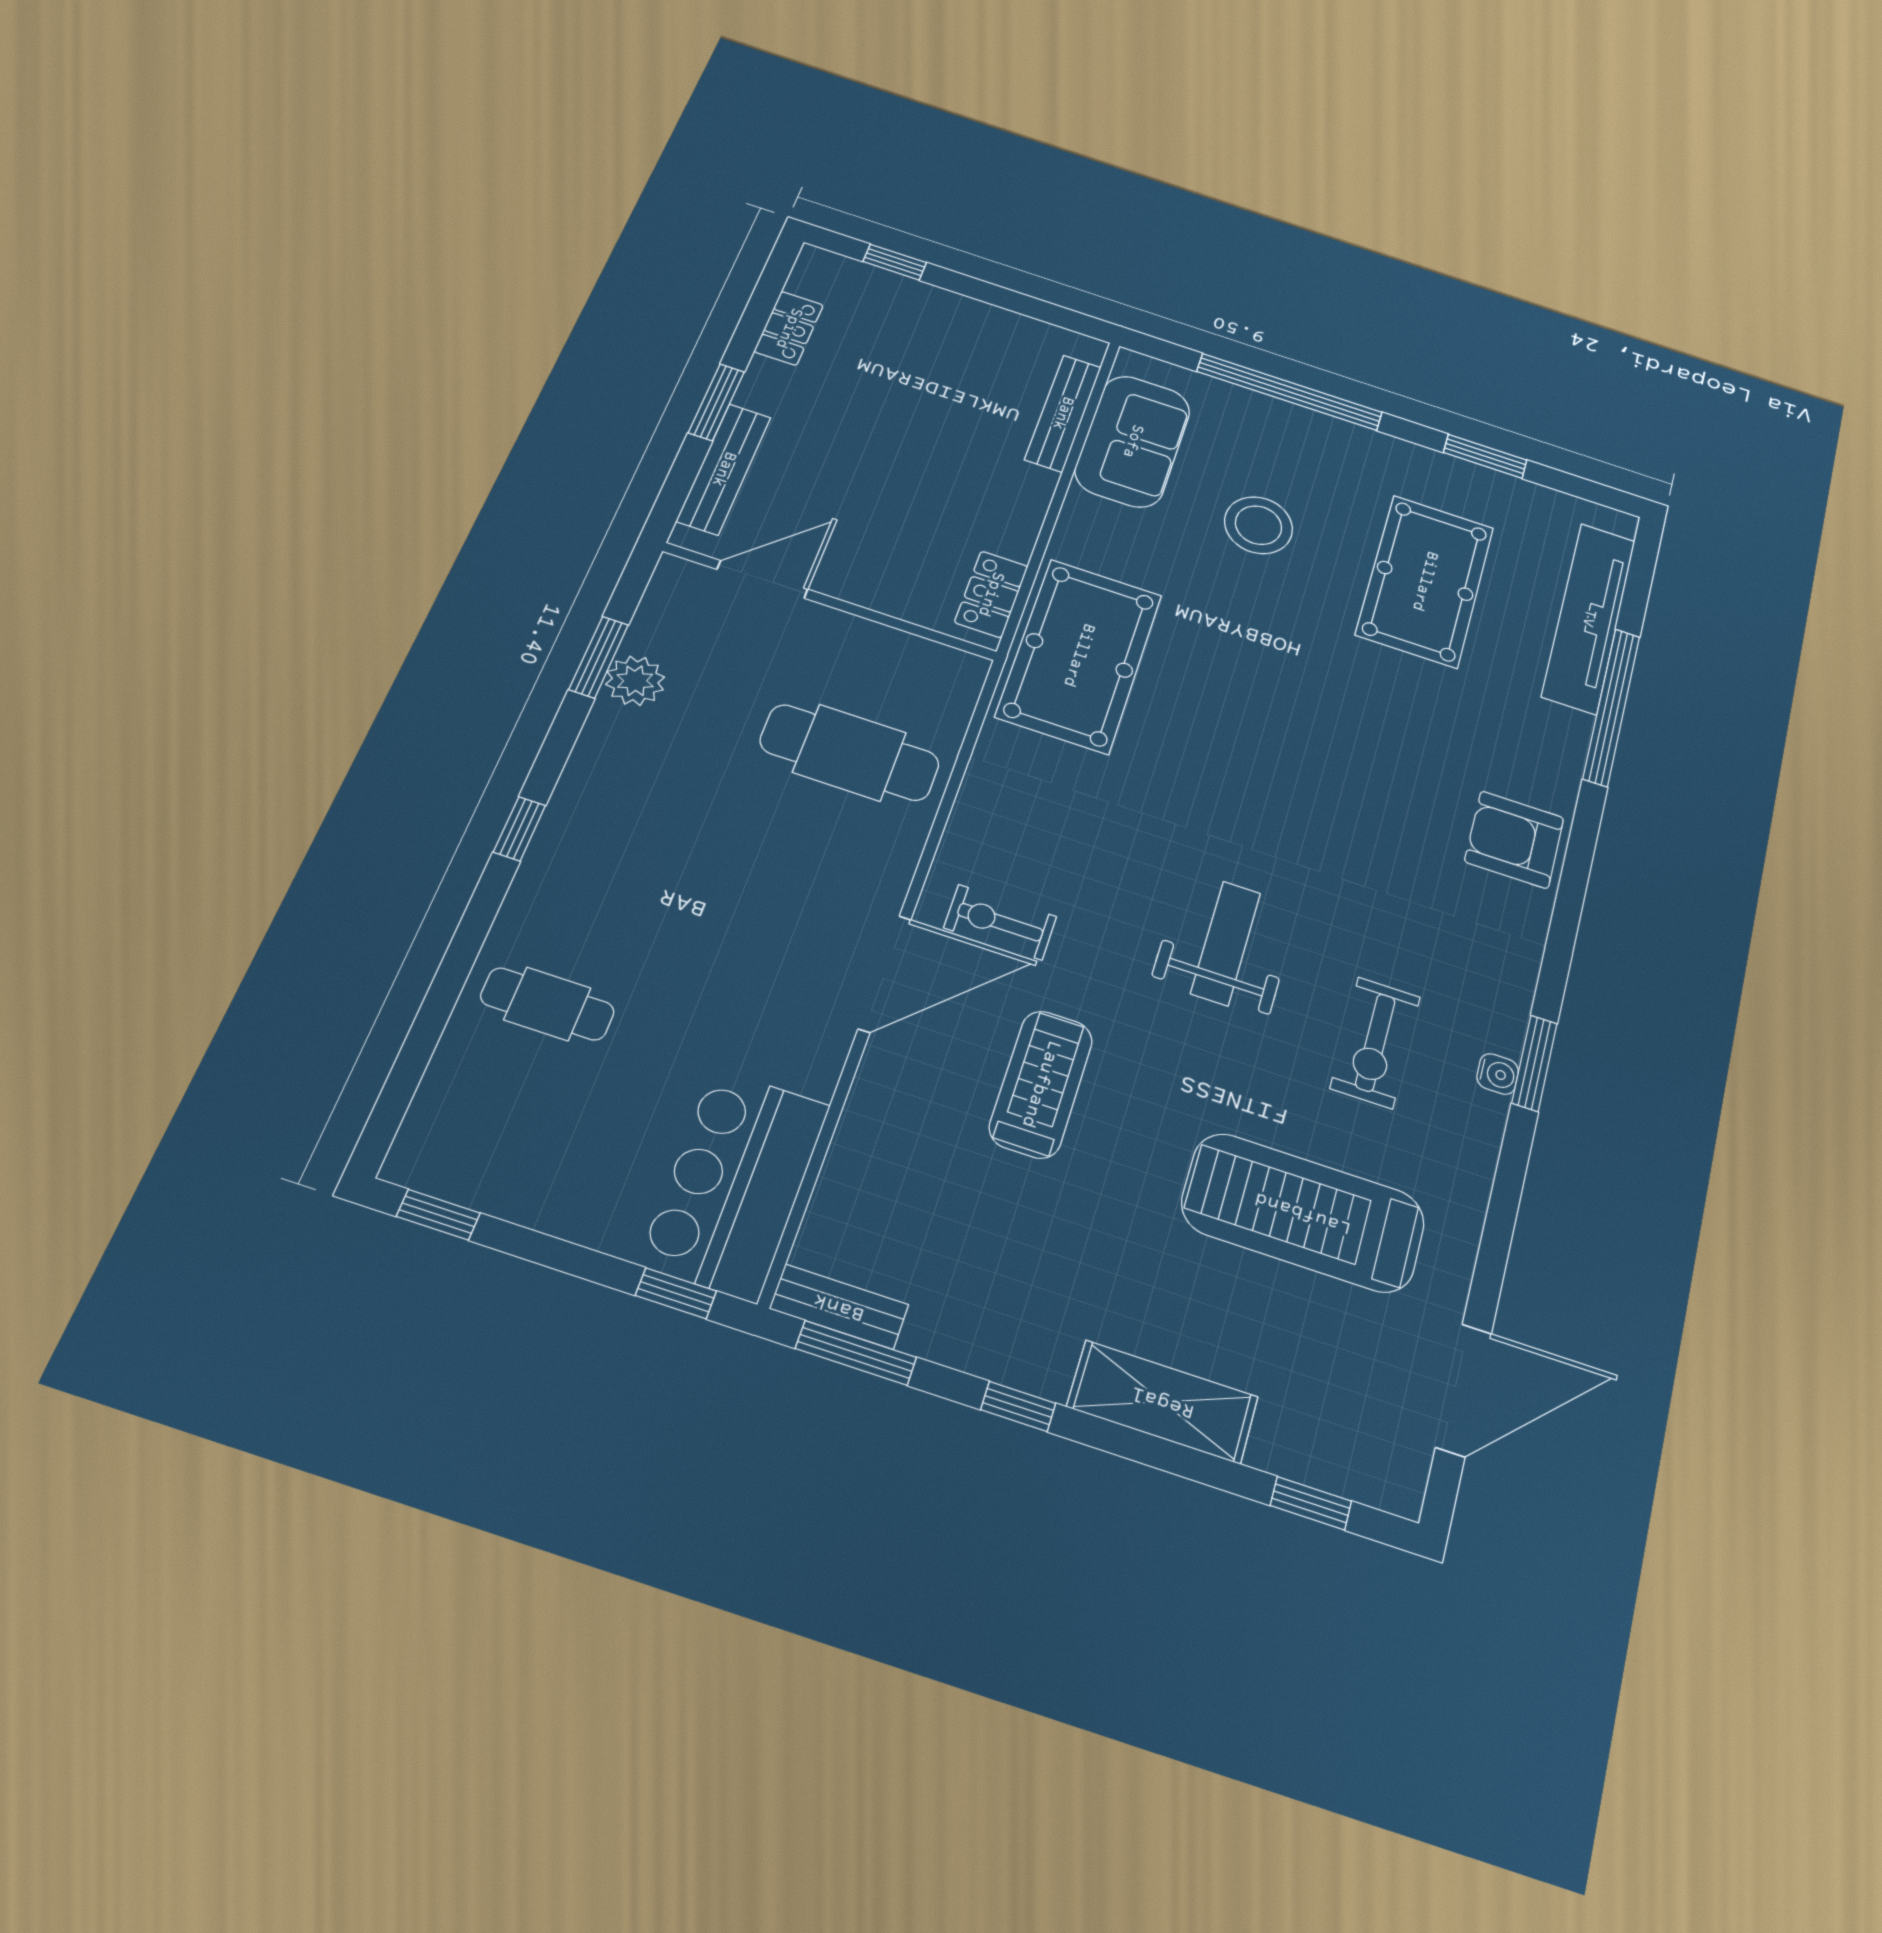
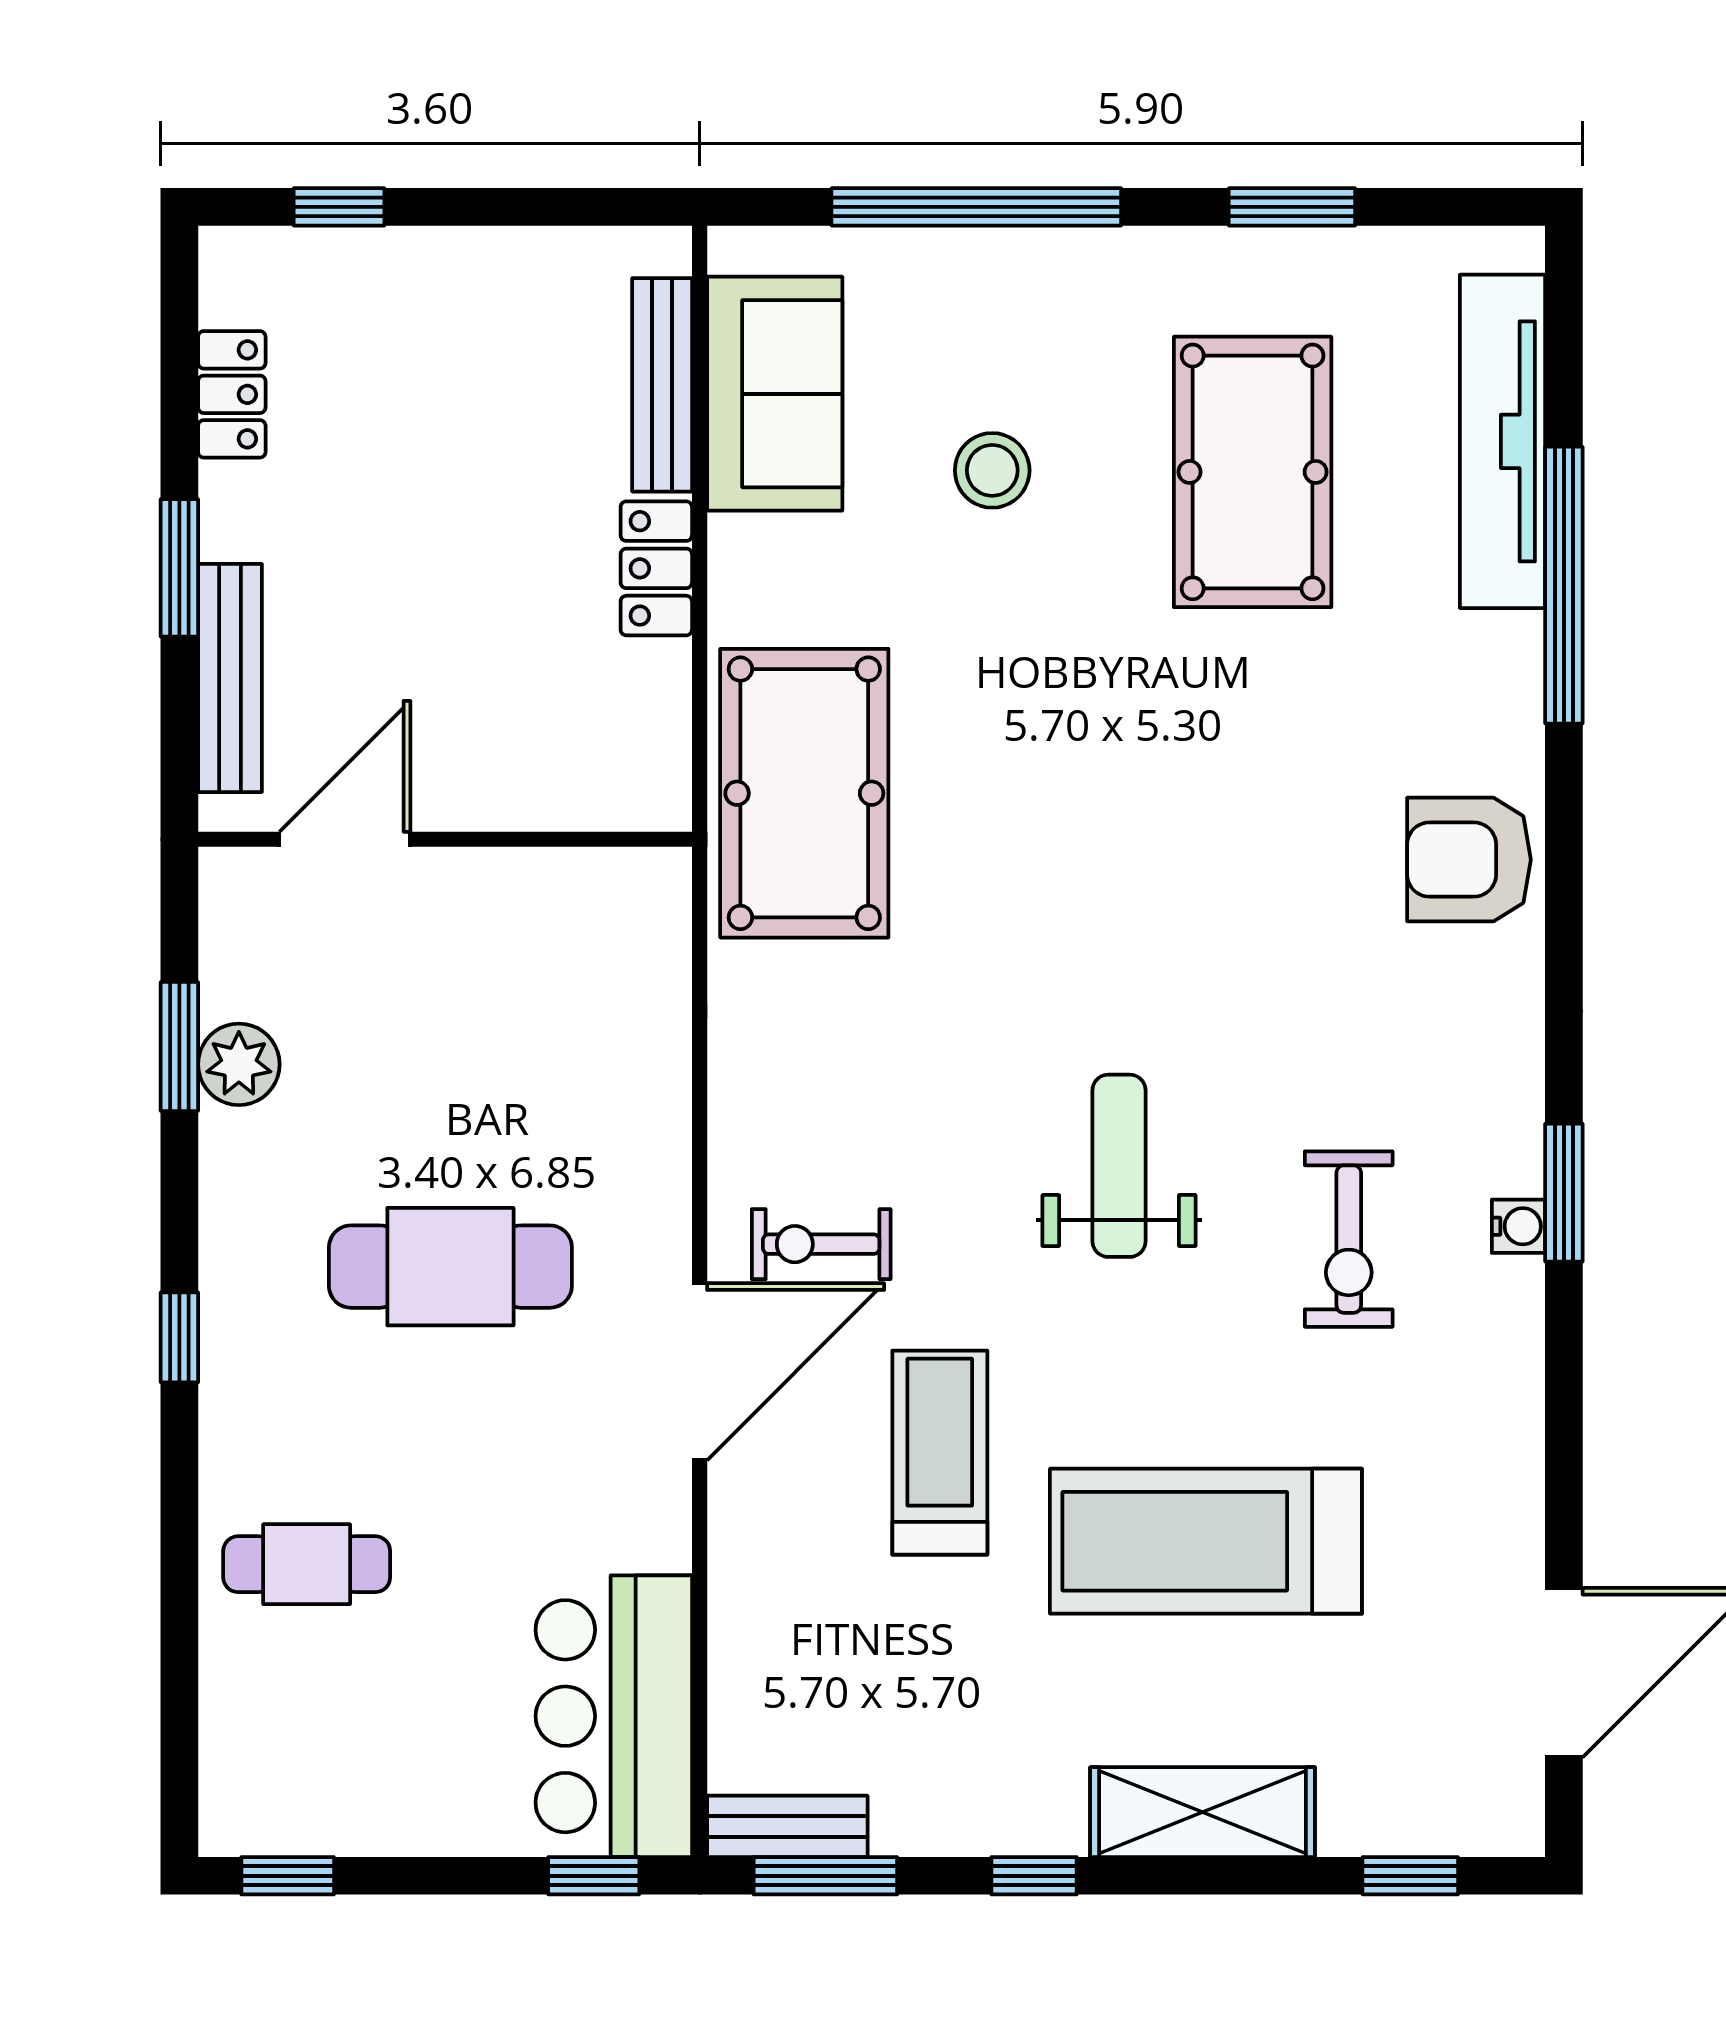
stool: (1259, 525) -> (992, 470), width x0.73, depth x0.73
locker: (991, 594) -> (656, 568), moved
cafe table: (850, 752) -> (450, 1267), moved
treadmill: (1303, 1213) -> (1206, 1541), moved

